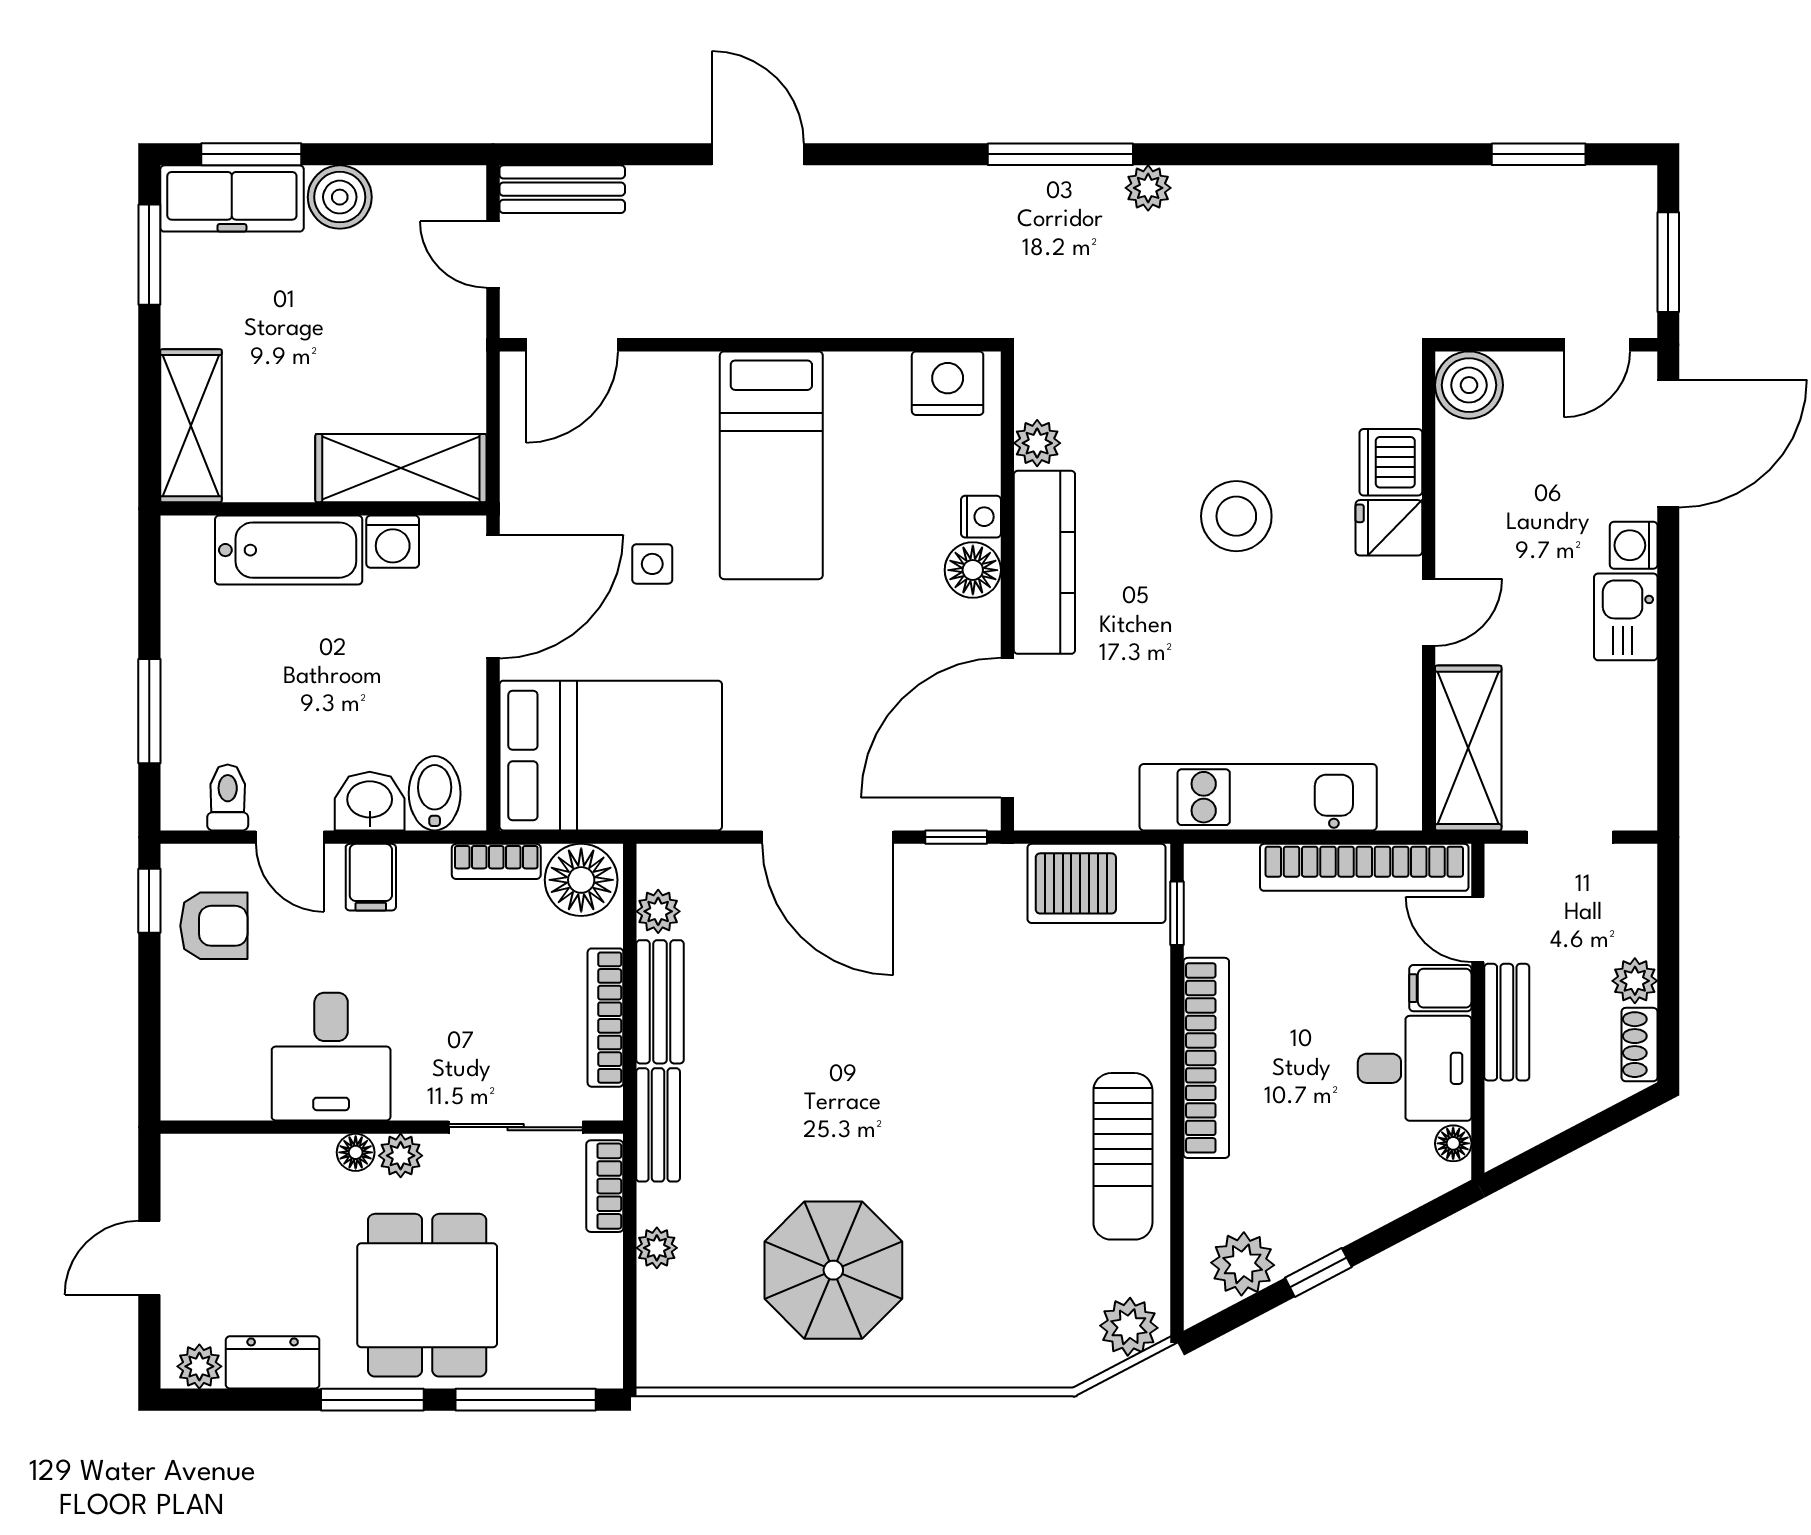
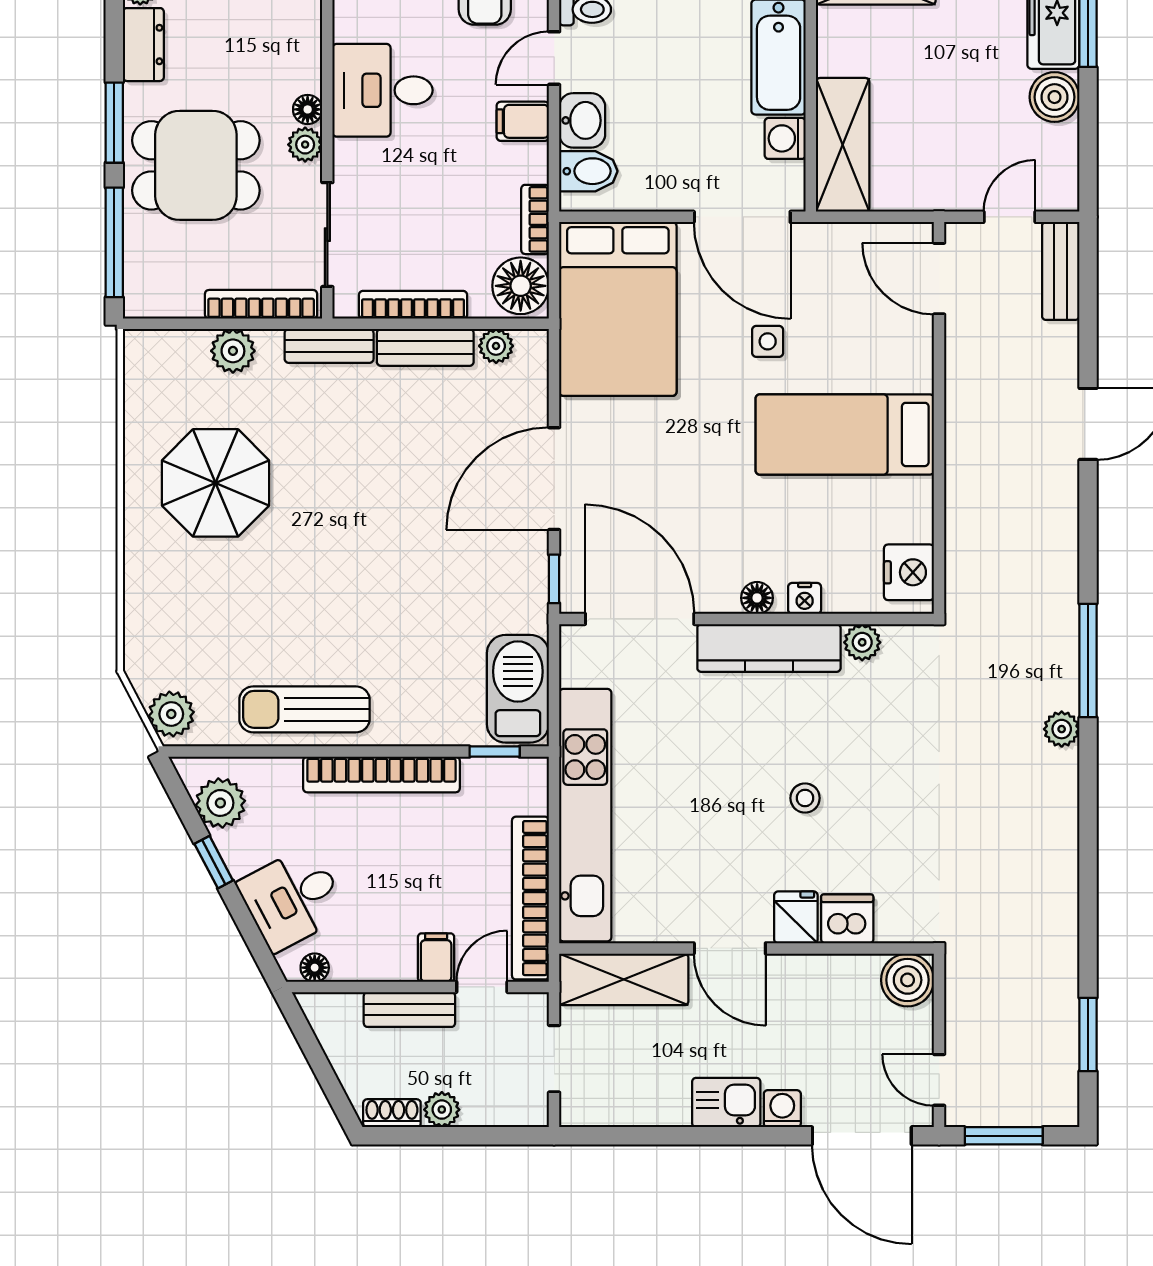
stool: (1236, 516) -> (805, 798), width x0.53, depth x0.53
floor lamp: (973, 570) -> (757, 598), width x0.73, depth x0.73
door: (1429, 612) -> (730, 948), width x1.37
kitchen unit: (1258, 797) -> (585, 815), width x1.36
desk: (1415, 1068) -> (292, 898), moved, turned 62
bookcase: (605, 1186) -> (261, 304), width x1.56
plant: (657, 1248) -> (233, 351), width x1.38, depth x1.38

